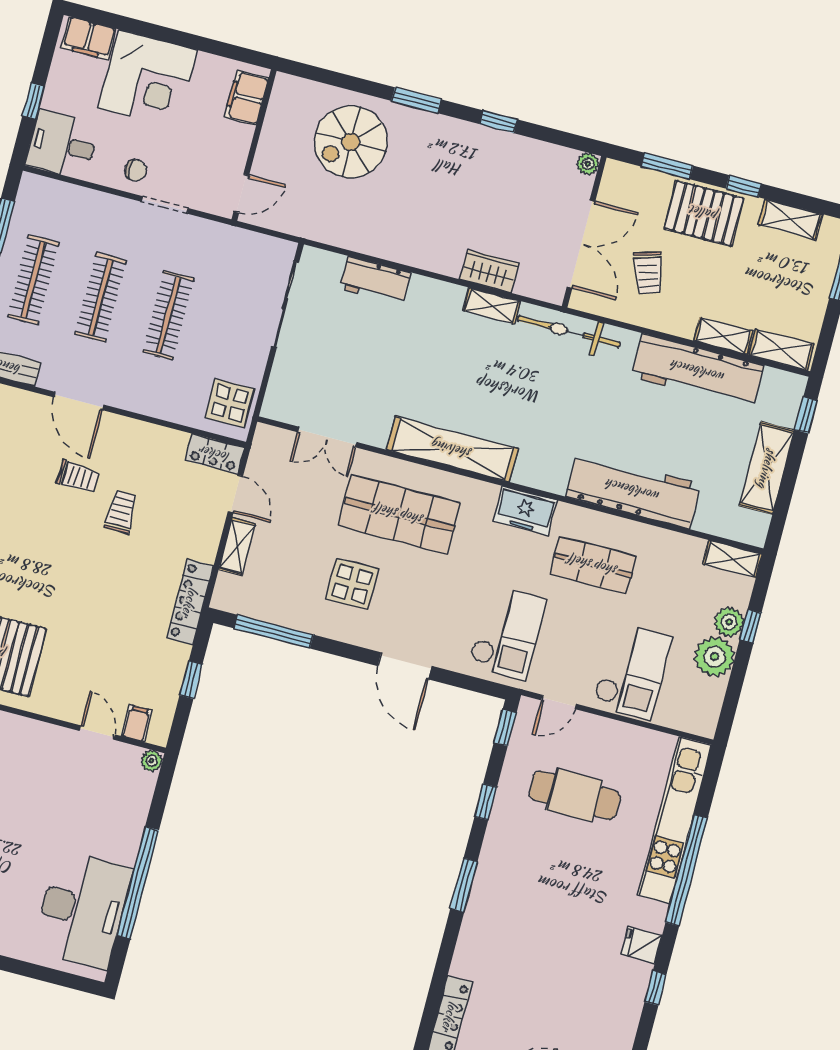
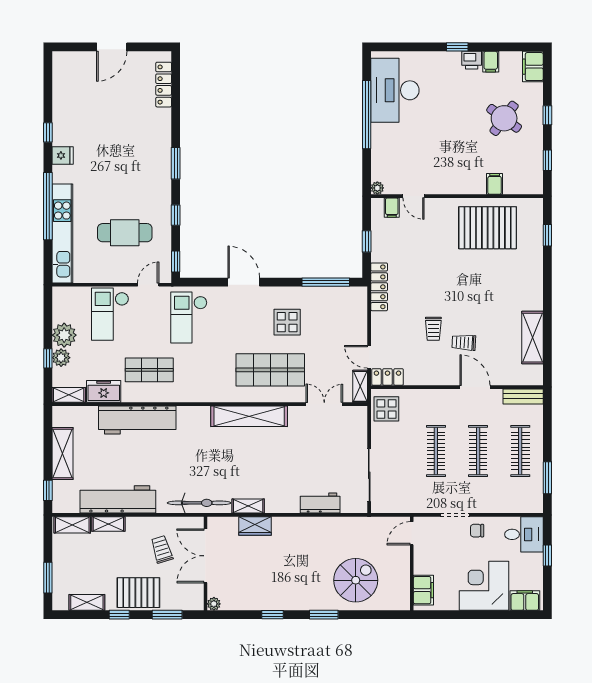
freezer: (525, 511) -> (104, 391), moved
shelving: (237, 546) -> (360, 386), moved

